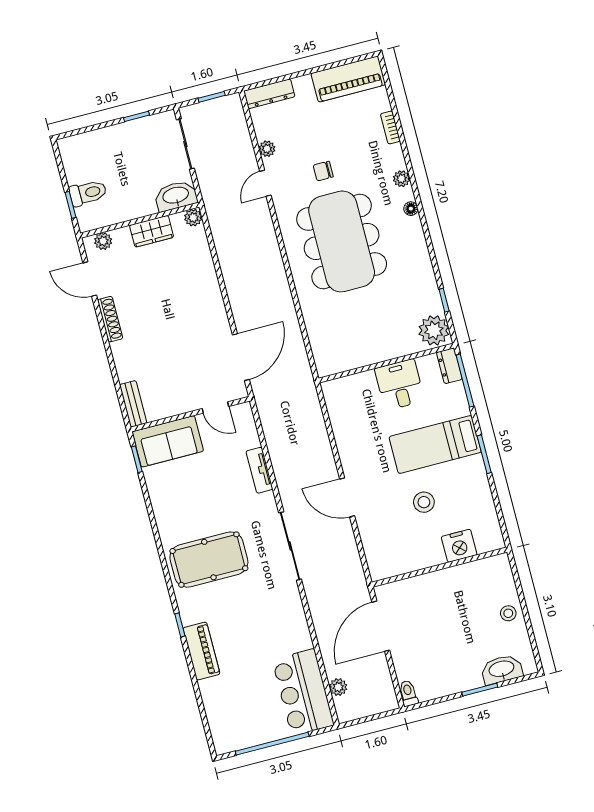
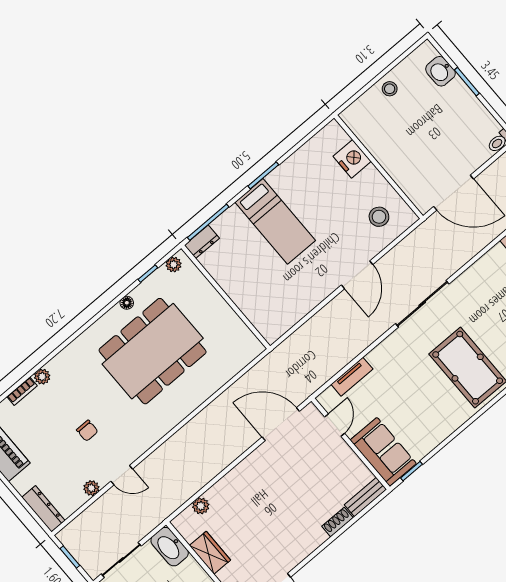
plant: (402, 179) -> (42, 377), moved
floor lamp: (411, 209) -> (127, 303), moved
plant: (193, 218) -> (201, 506), moved
dining table: (342, 241) -> (153, 351), moved
shoe rack: (110, 319) -> (337, 522), moved, width x0.70
plant: (434, 330) -> (174, 265), width x0.53, depth x0.53
desk: (400, 385) -> (239, 277), removed
tv unit: (259, 470) -> (352, 377), moved
stool: (424, 502) -> (379, 217), moved
washbasin: (502, 669) -> (440, 71), width x0.72

